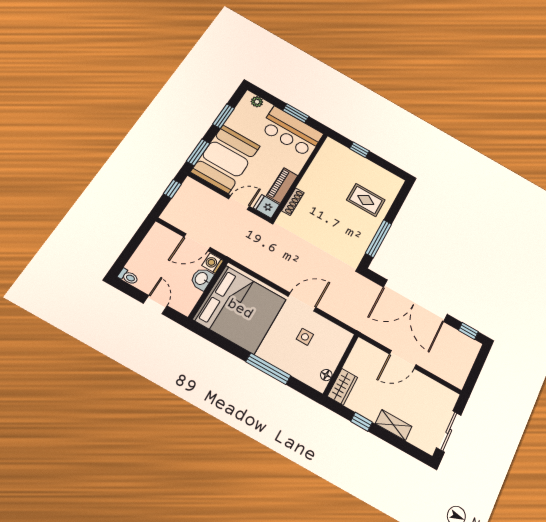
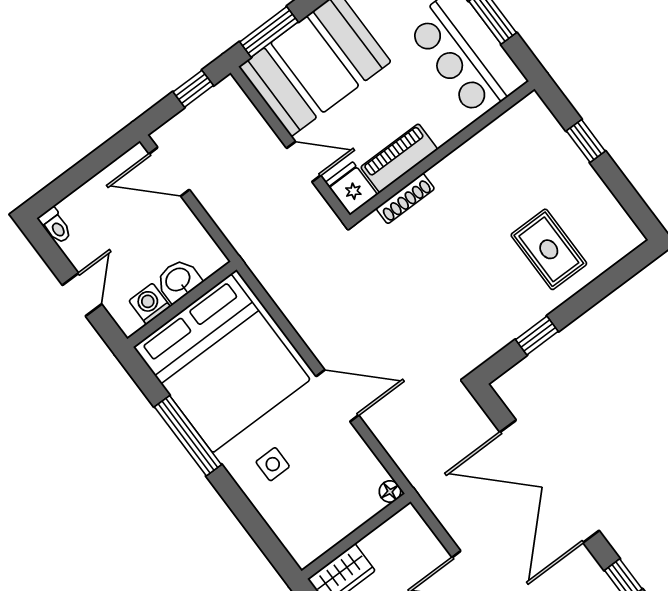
window: (379, 239) -> (537, 335), width x0.46
door: (197, 242) -> (169, 172), moved
washing machine: (213, 263) -> (150, 304), moved
side table: (305, 337) -> (273, 464), moved
window: (268, 369) -> (188, 436), moved
floor lamp: (326, 375) -> (390, 492), moved

